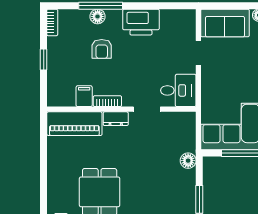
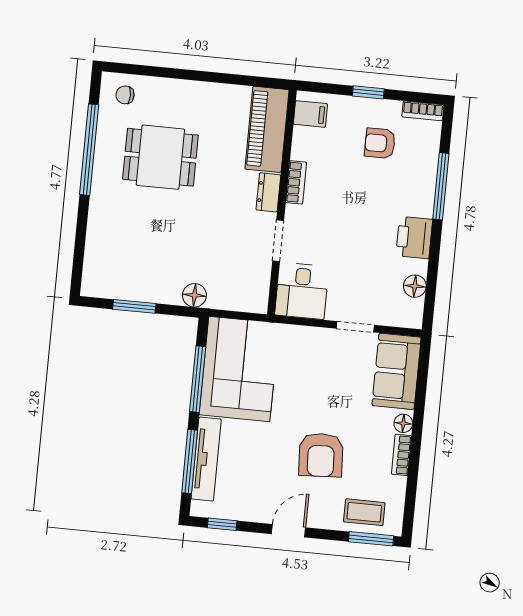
floor lamp: (98, 16) -> (415, 286), moved
printer: (141, 22) -> (414, 238), width x0.73, depth x0.84
armchair: (102, 49) -> (380, 143), moved
filing cabinet: (84, 96) -> (310, 114), moved

